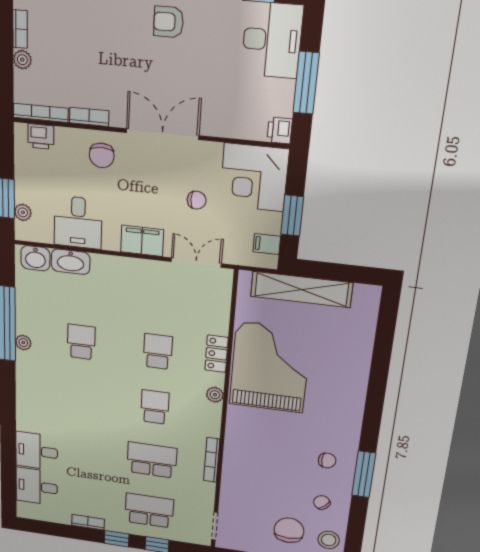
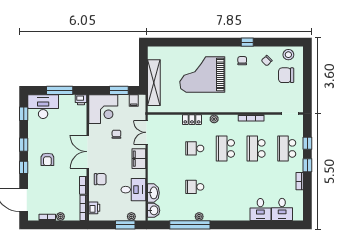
armchair: (168, 22) -> (47, 159), moved
grand piano: (270, 367) -> (202, 74), moved
school desk: (155, 407) -> (225, 148), width x1.85
window: (364, 474) -> (247, 42), width x0.46

